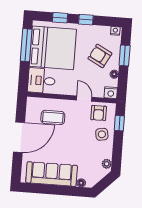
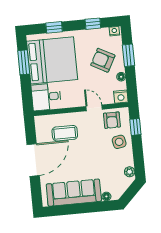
window: (86, 20) -> (93, 24), moved
window: (26, 45) -> (24, 62), width x0.69

